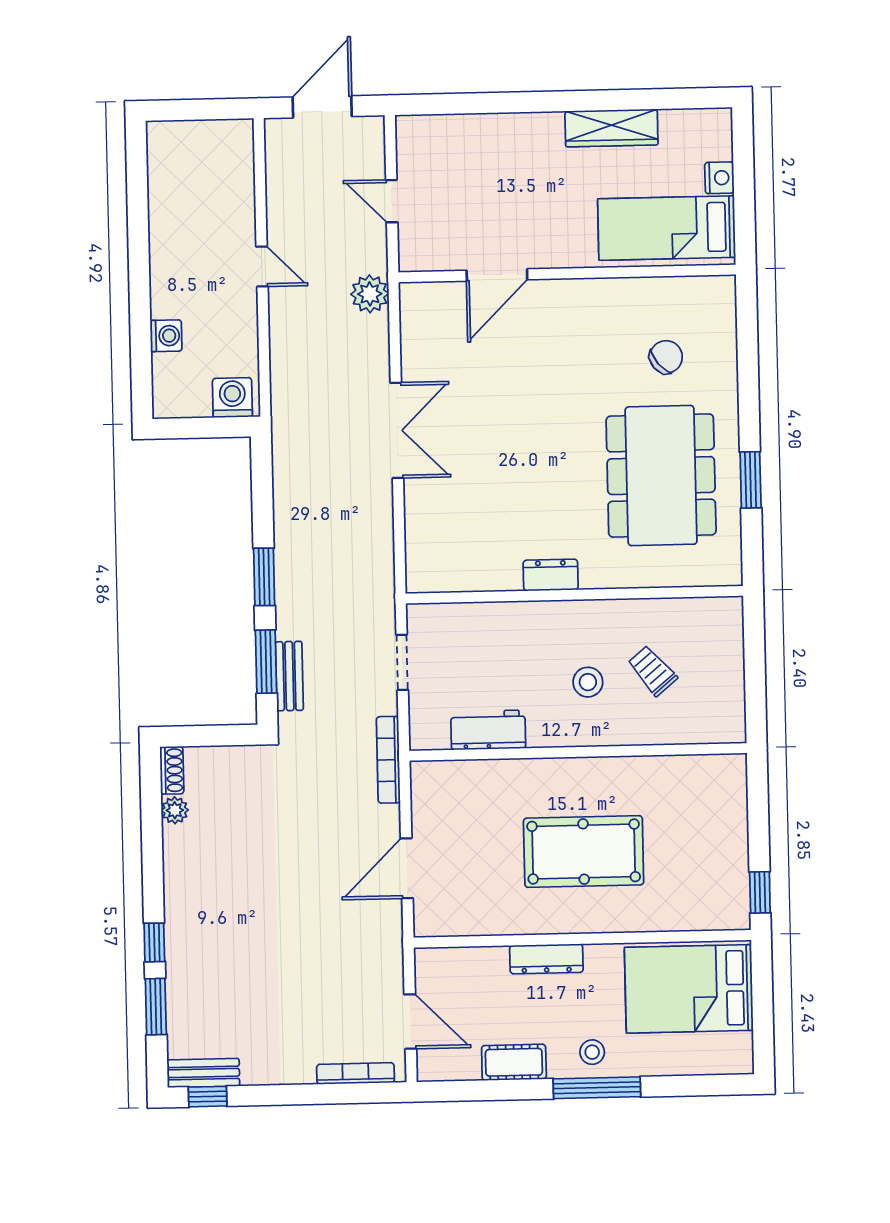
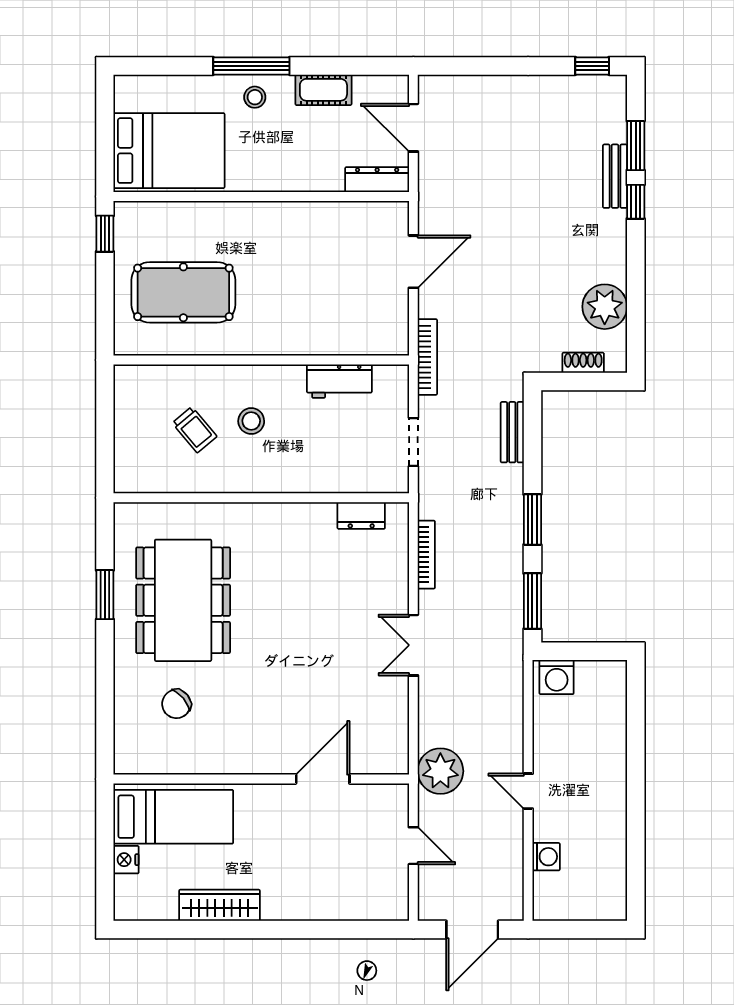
plant: (370, 294) -> (440, 771), width x1.36, depth x1.36
washing machine: (166, 336) -> (546, 857), moved, turned 180
double door: (397, 430) -> (413, 645), width x0.73
dresser: (551, 575) -> (361, 515), moved
window: (266, 662) -> (532, 601), moved
shoe rack: (172, 770) -> (583, 363), moved, turned 90
plant: (175, 810) -> (605, 307), width x1.87, depth x1.87
pool table: (584, 852) -> (183, 292), moved
dresser: (546, 959) -> (377, 180), moved
bench: (203, 1073) -> (615, 176), moved, turned 90
bookcase: (356, 1073) -> (426, 555), moved, turned -90

